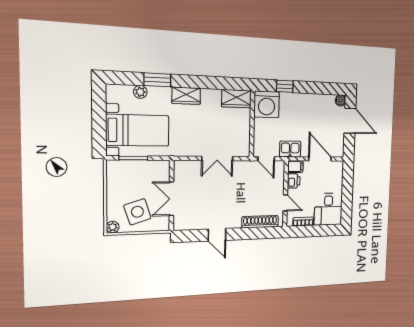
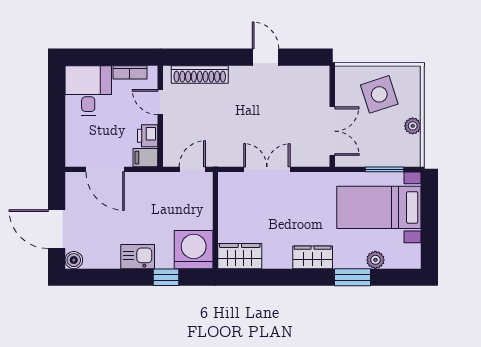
kitchen sink: (290, 149) -> (138, 257), moved, turned 180
door: (266, 159) -> (192, 169), hinge flipped
double door: (171, 199) -> (332, 131), moved
plant: (113, 227) -> (413, 126), moved

